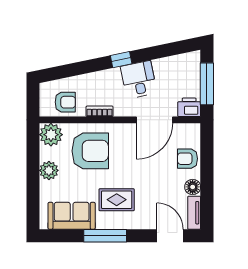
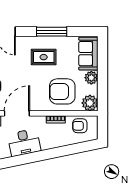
window: (121, 60) -> (40, 156), removed
desk: (139, 80) -> (24, 142), width x1.37
sofa: (72, 216) -> (88, 54), moved, turned 90

